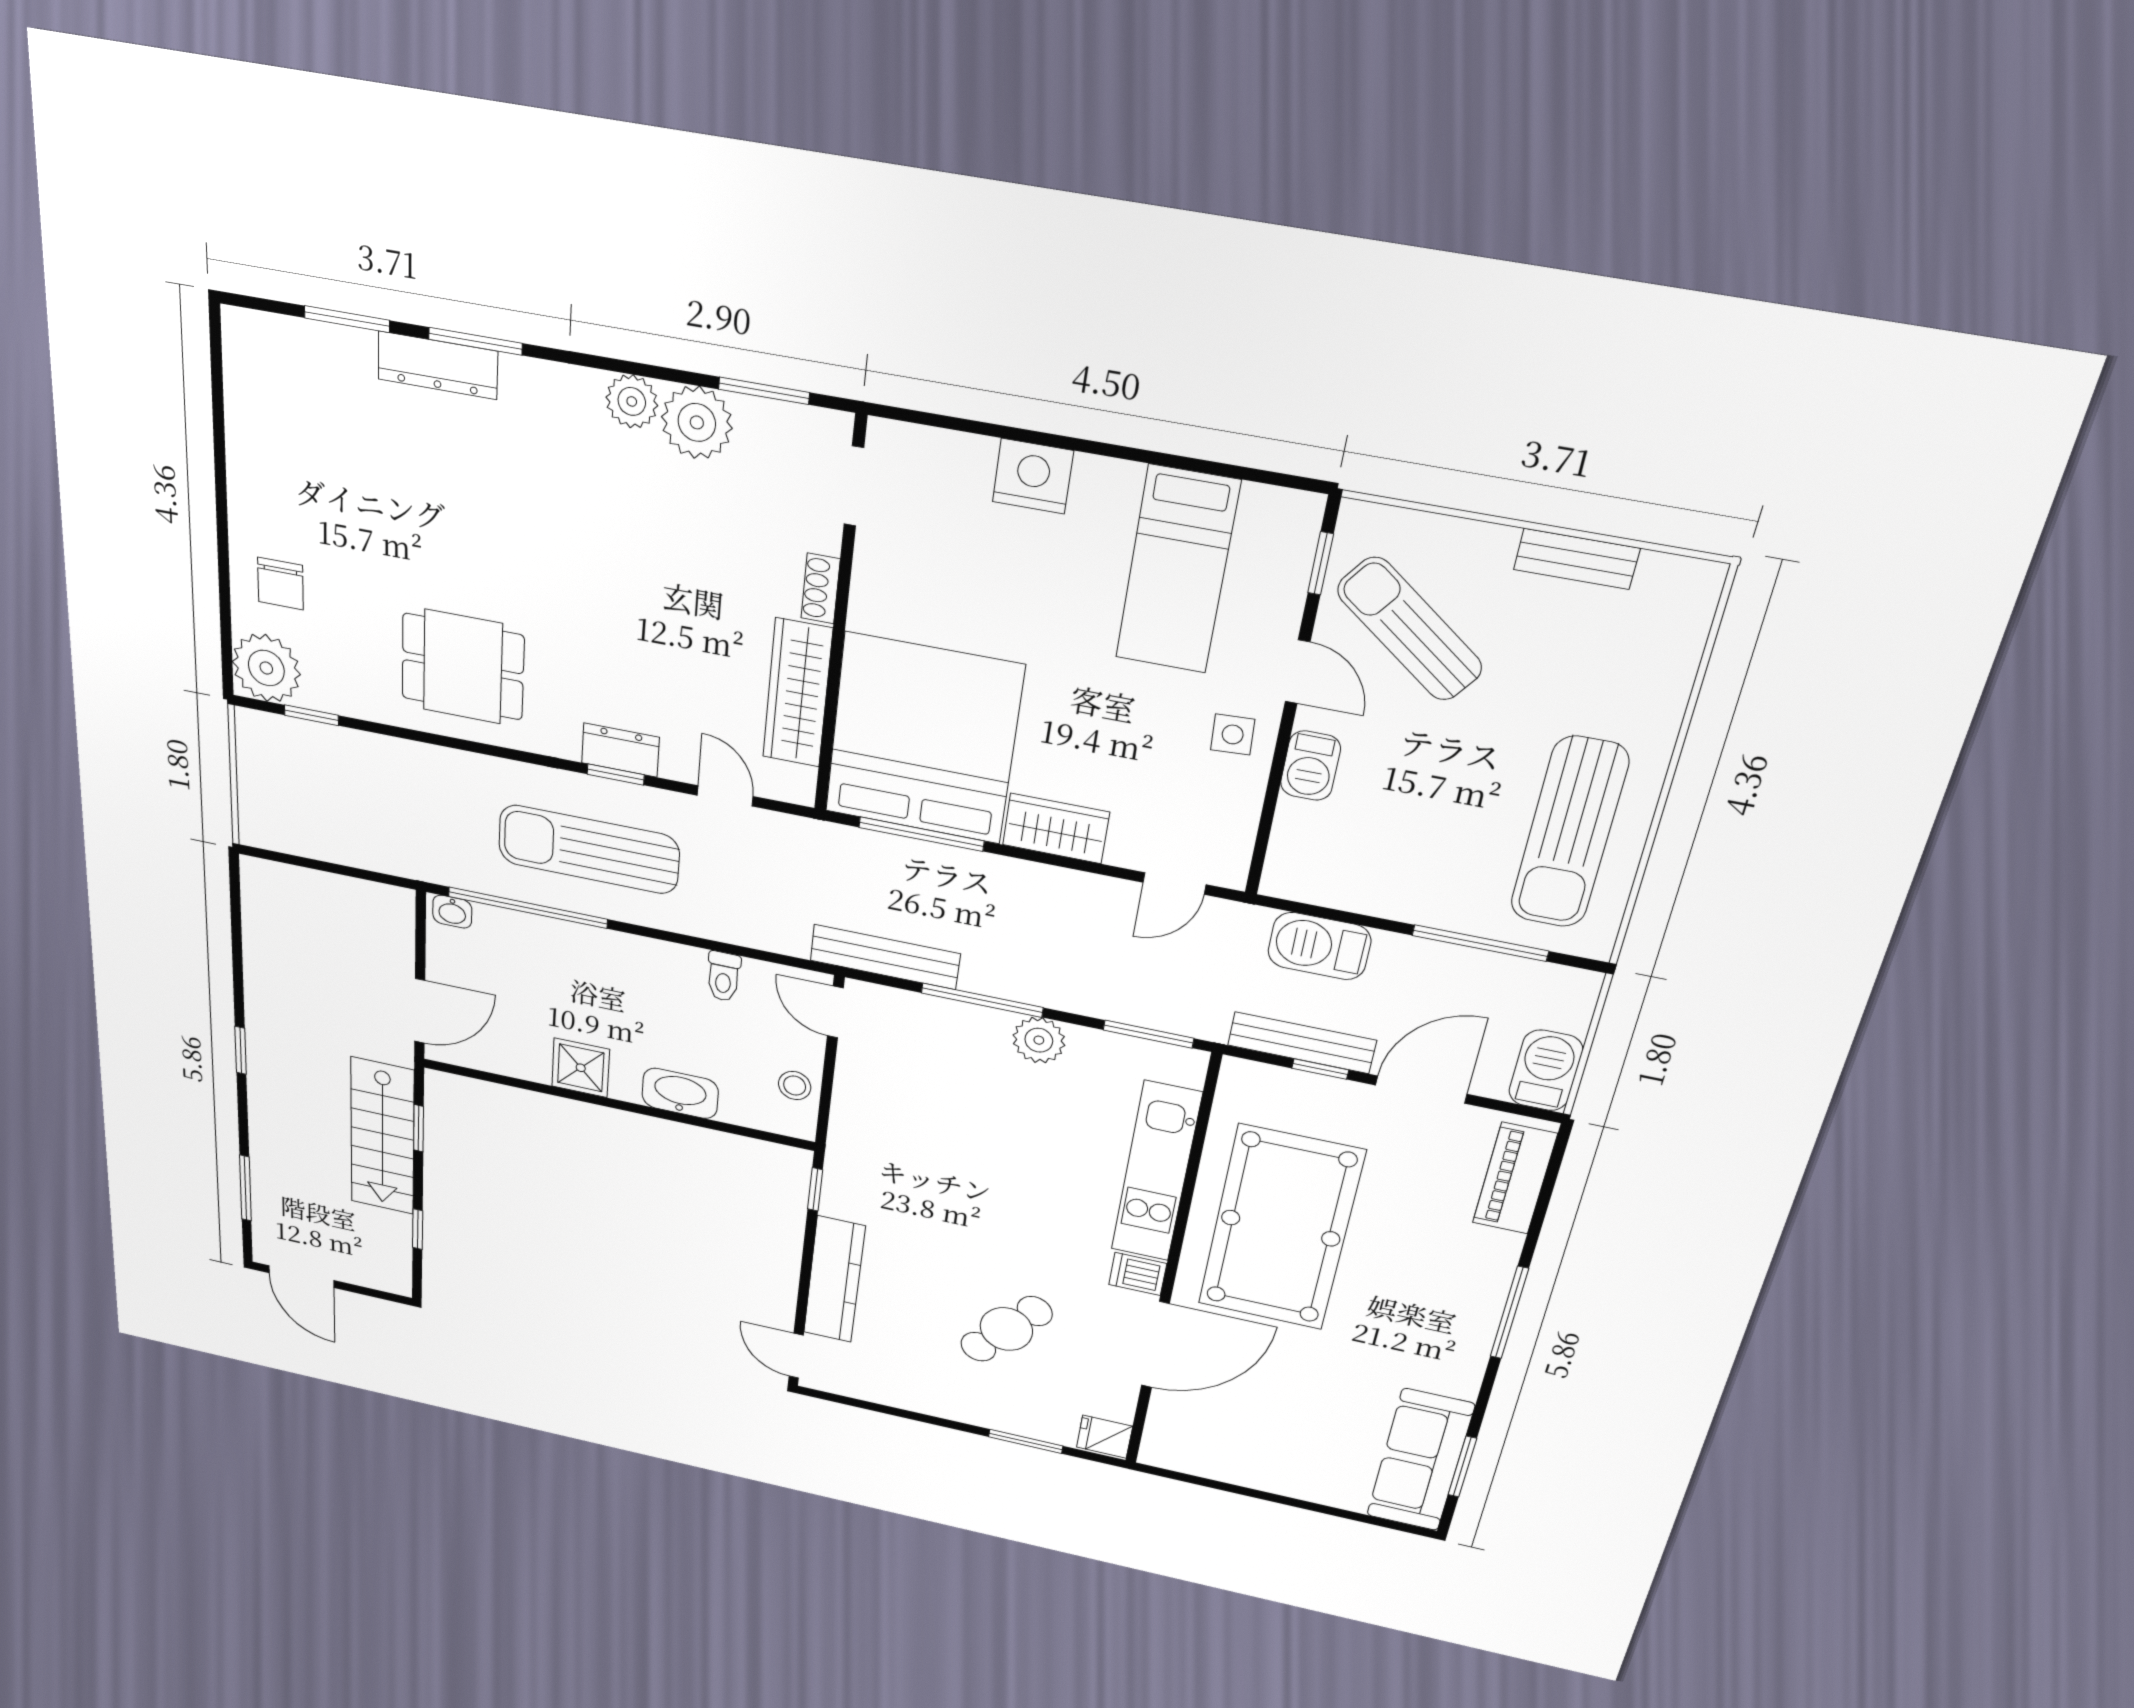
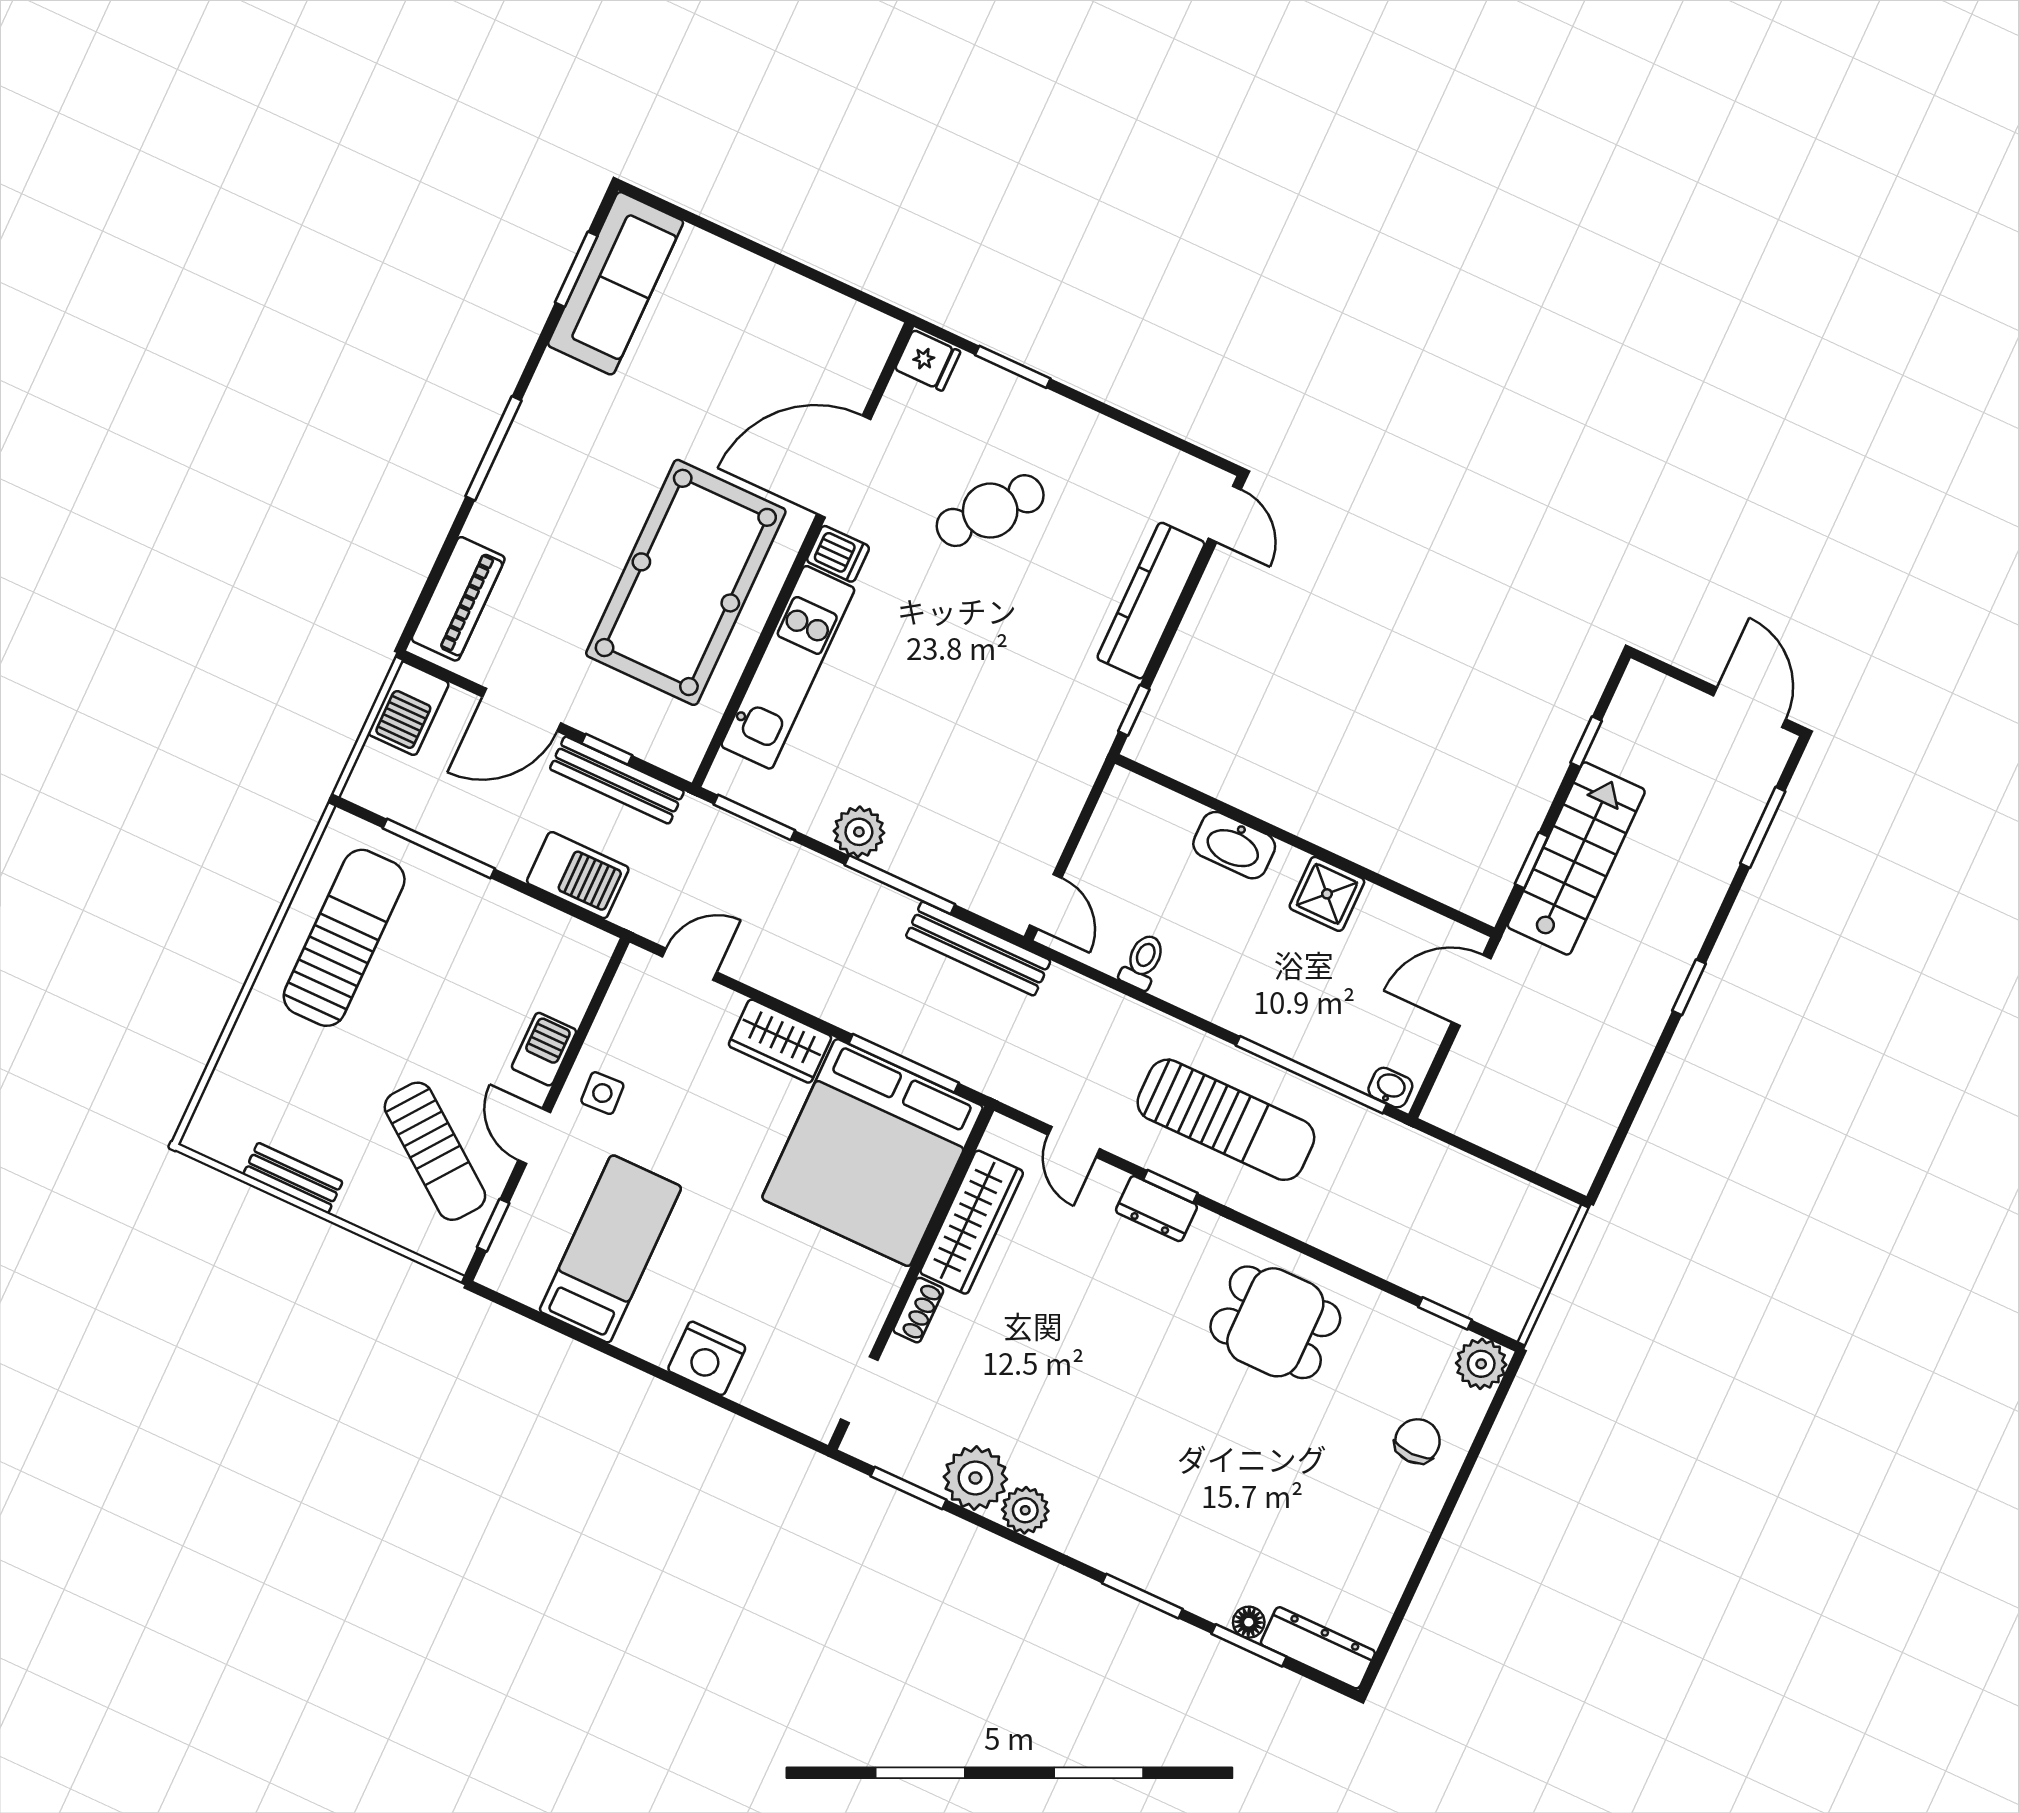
floor lamp: (358, 345) -> (1249, 1622), added
dresser: (438, 365) -> (1318, 1648), moved
plant: (266, 668) -> (1481, 1364), width x0.73, depth x0.73
stool: (795, 1086) -> (1114, 831), removed

